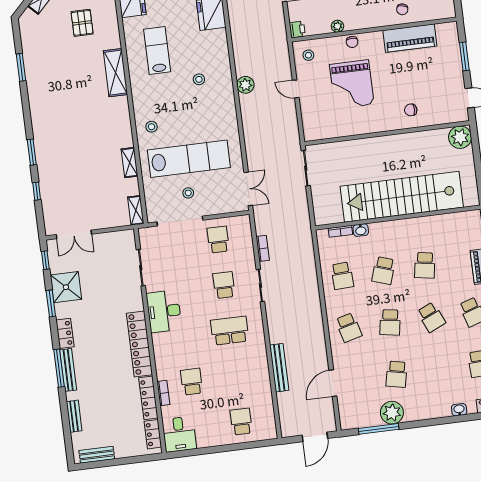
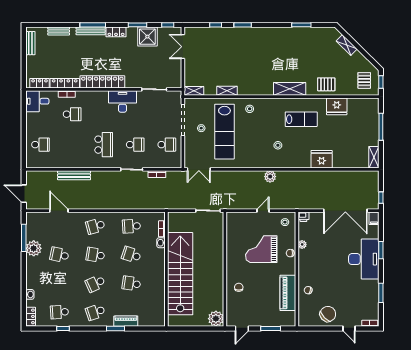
pallet: (82, 23) -> (326, 84), moved

